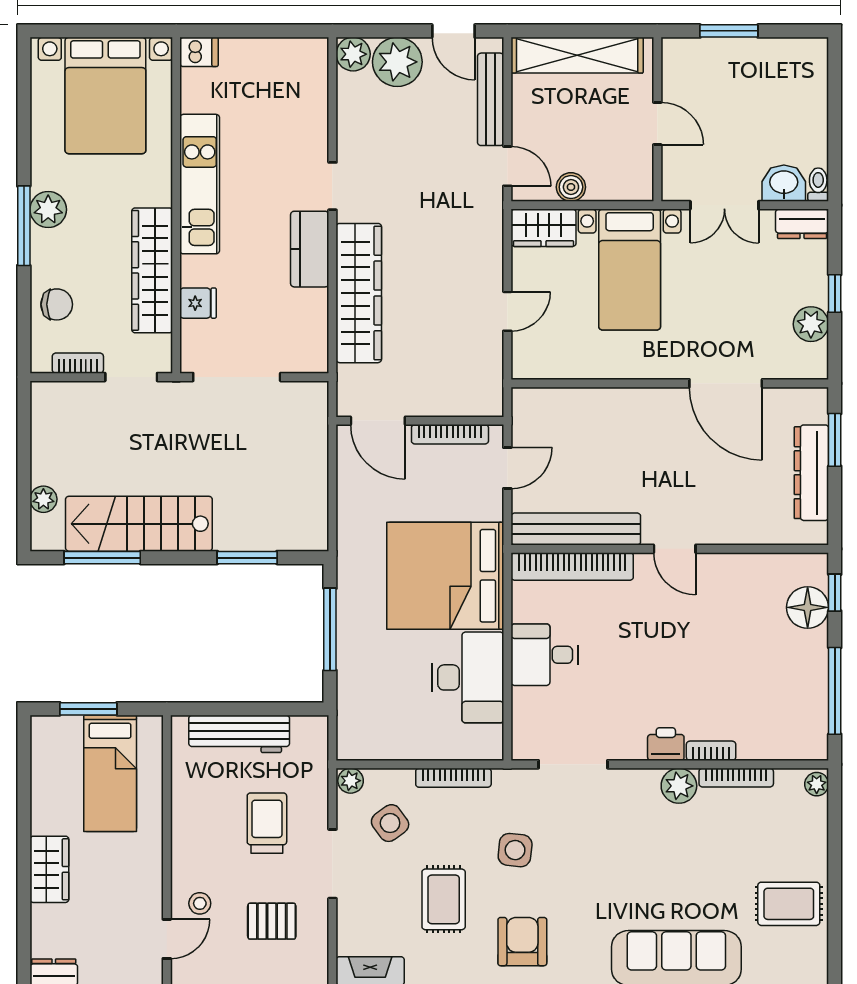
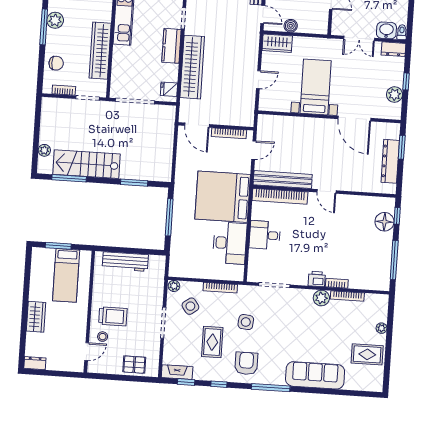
bed with nightstands: (630, 270) -> (316, 87), moved, turned 180
fridge: (198, 303) -> (169, 89), moved, turned 180
plant: (817, 784) -> (382, 328), moved
trolley: (267, 823) -> (113, 316), moved, turned 90
pallet: (272, 921) -> (134, 365), moved

